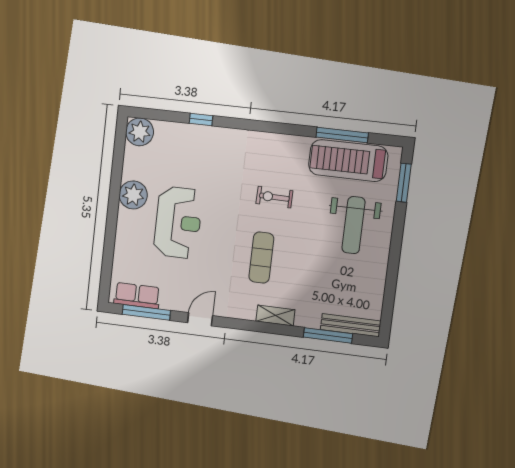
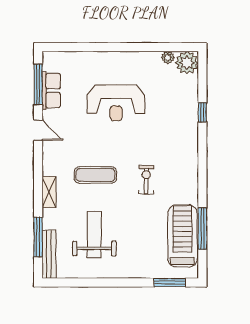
plant: (133, 195) -> (168, 57), moved, width x0.53, depth x0.53
weight bench: (354, 225) -> (94, 235), moved, turned 90
row of seats: (137, 296) -> (51, 91), moved

